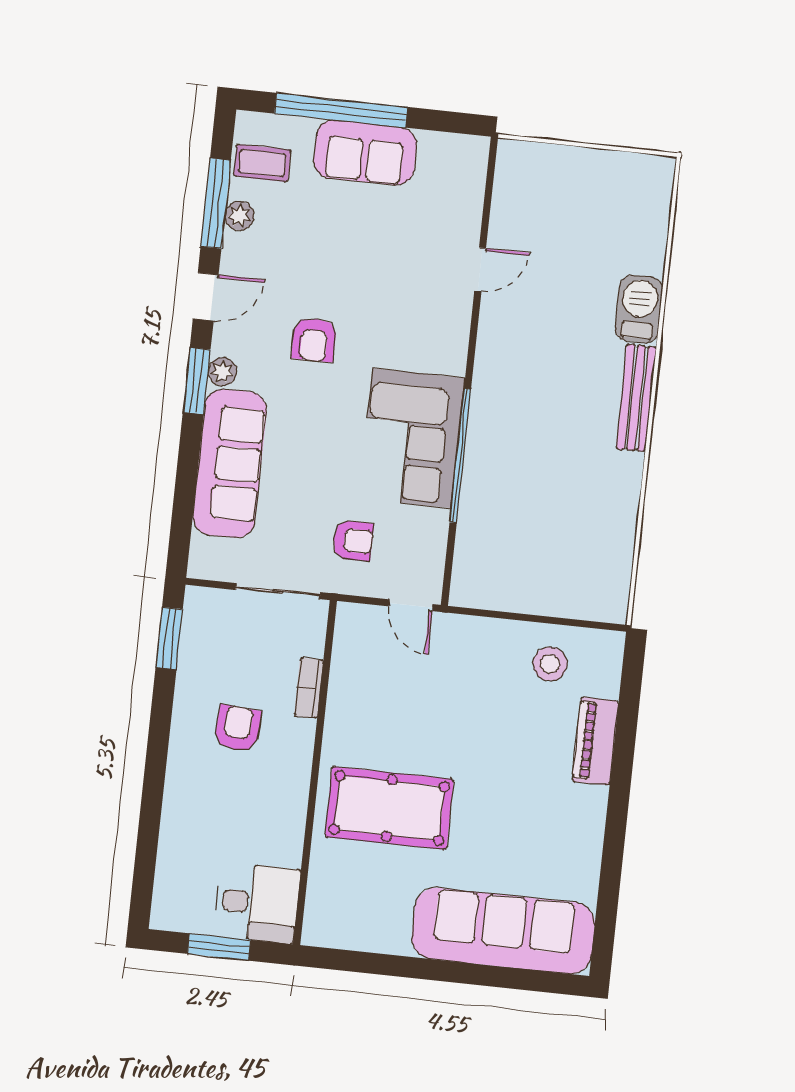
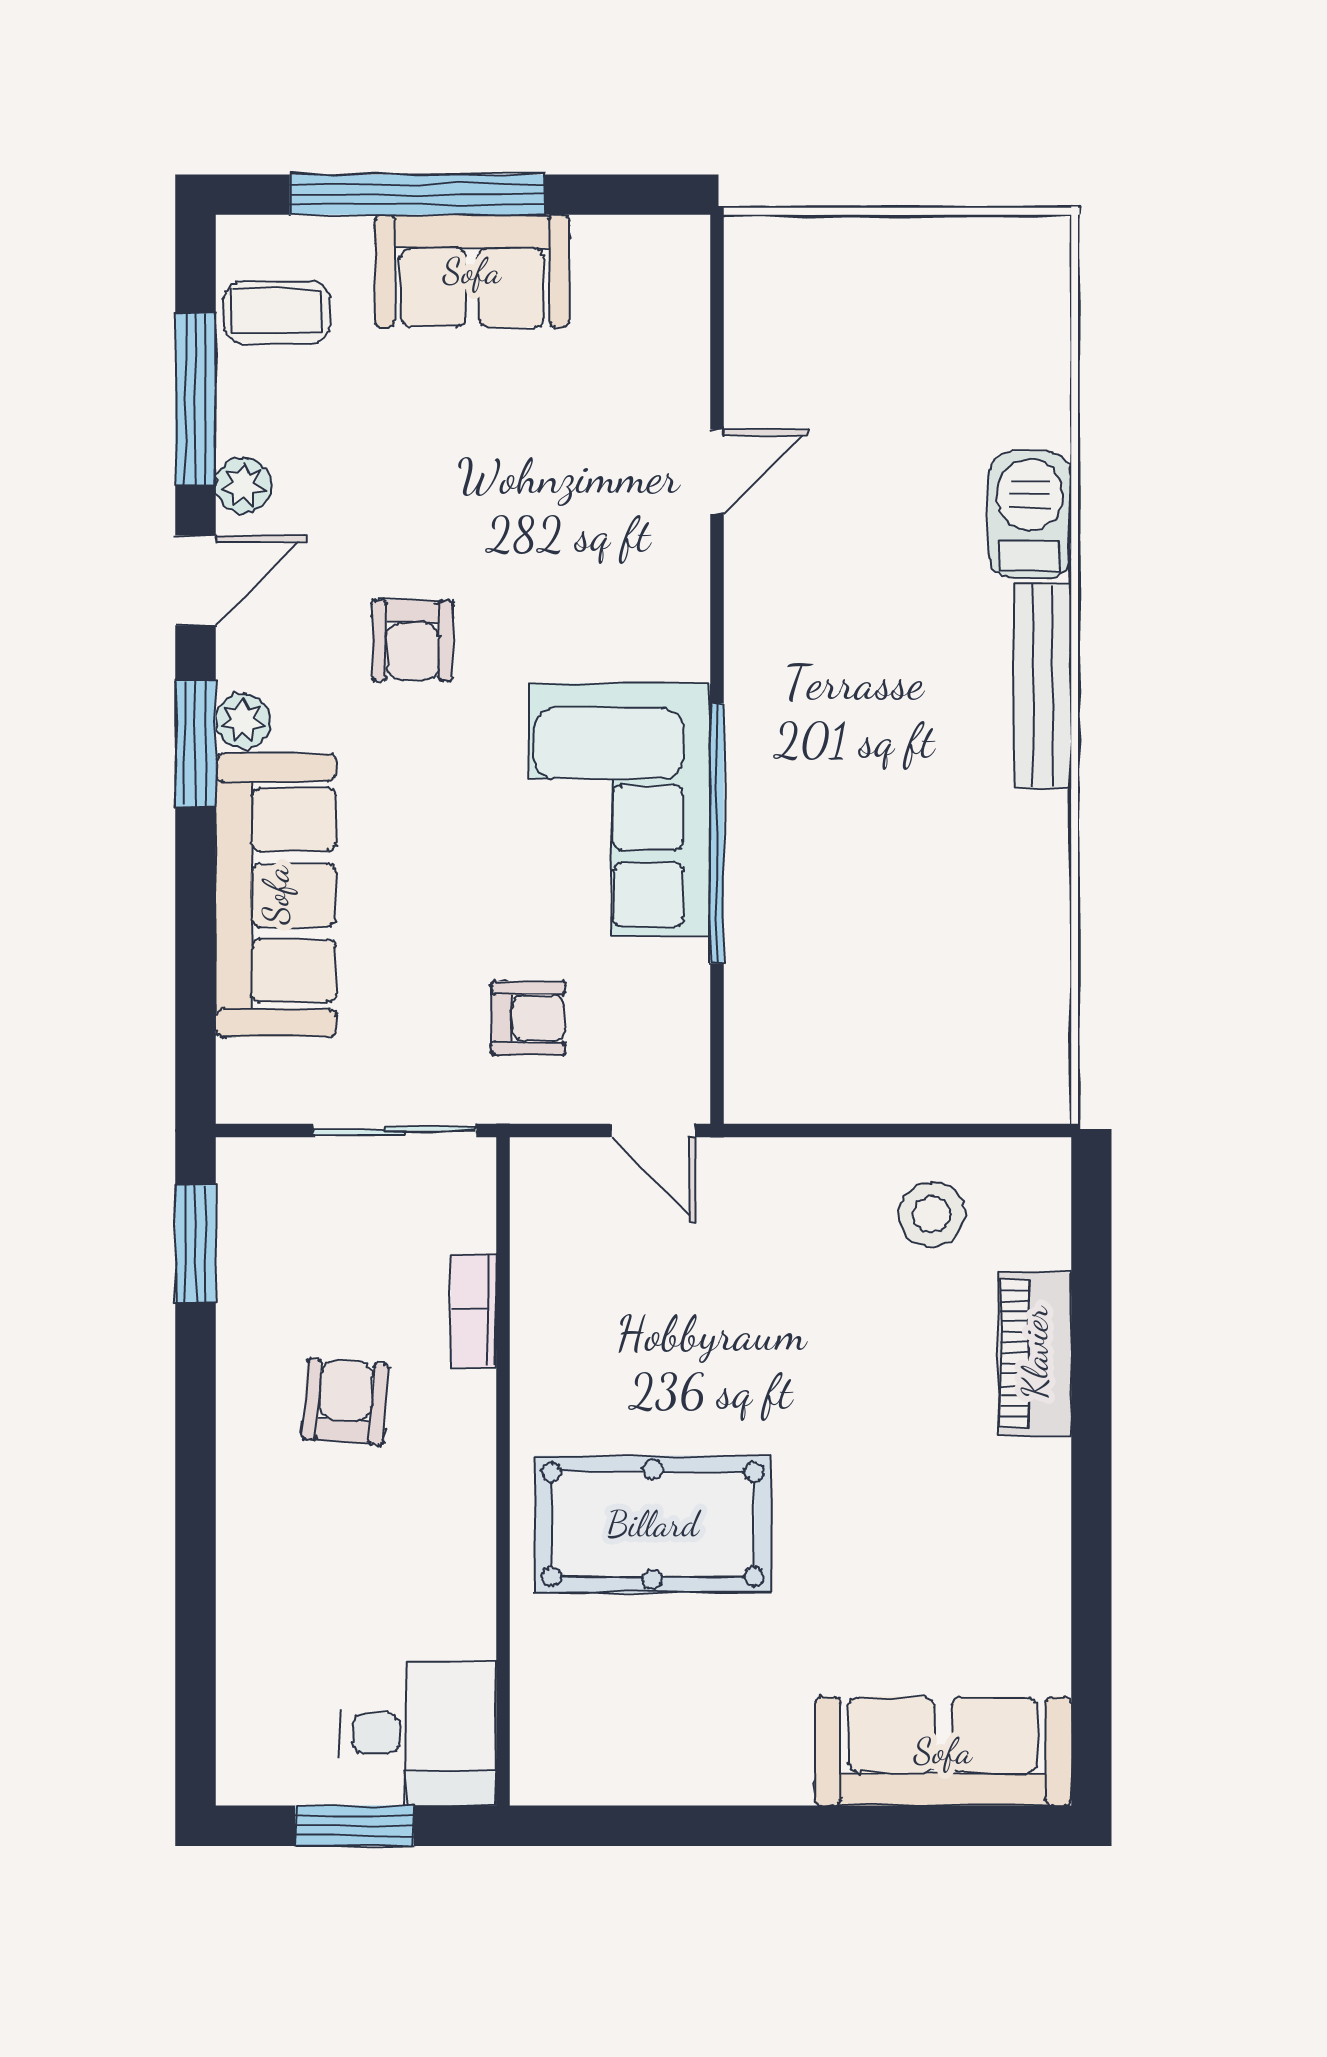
plant: (239, 216) -> (243, 485), moved
sofa: (503, 931) -> (943, 1751), width x0.74, depth x0.79

